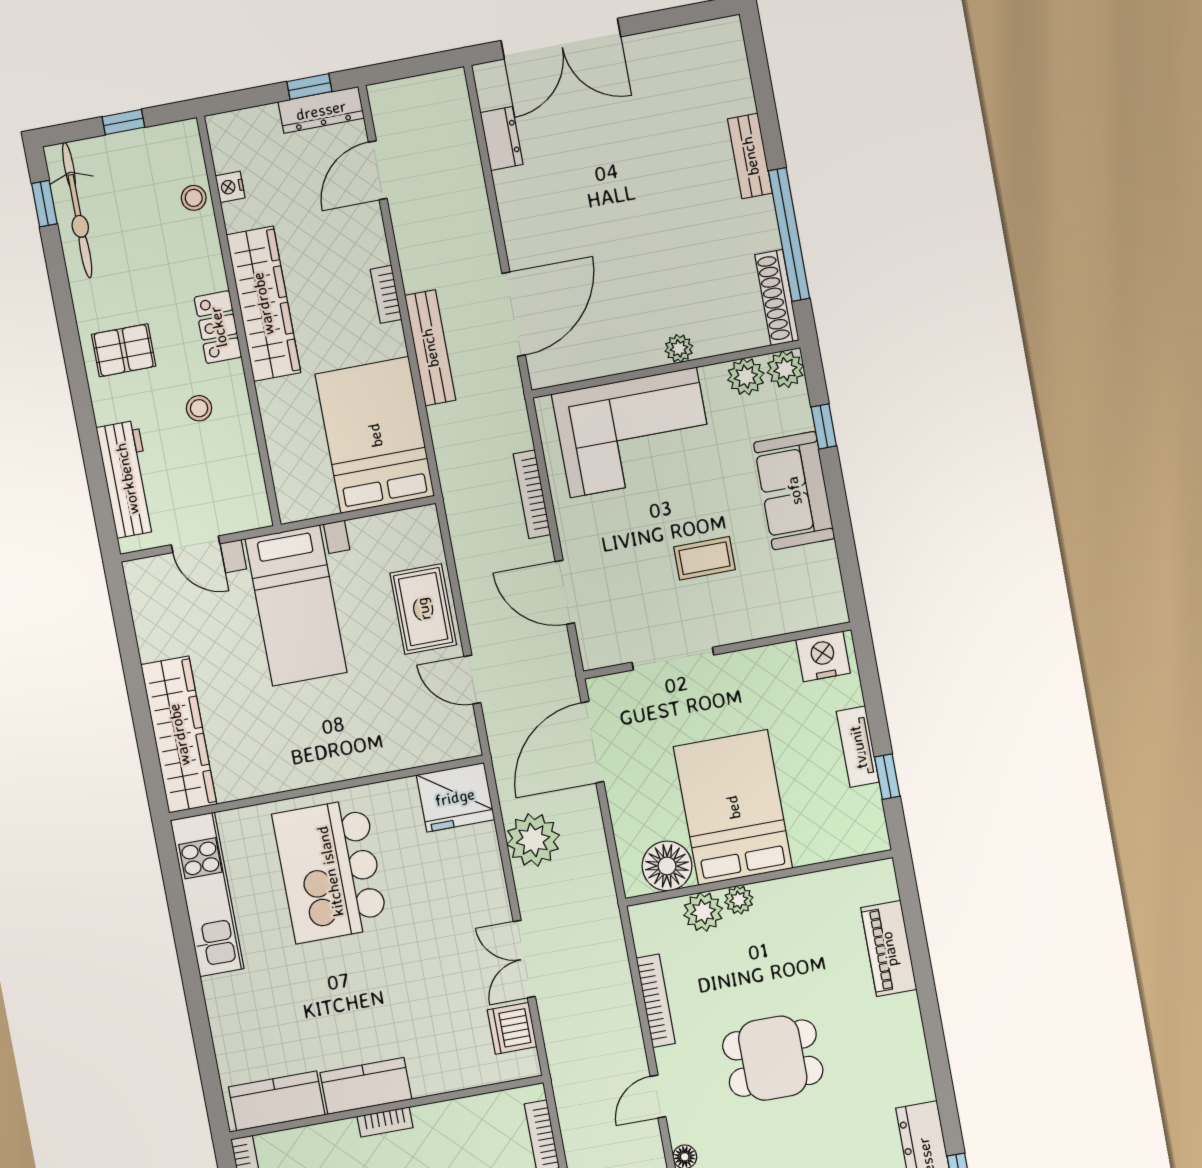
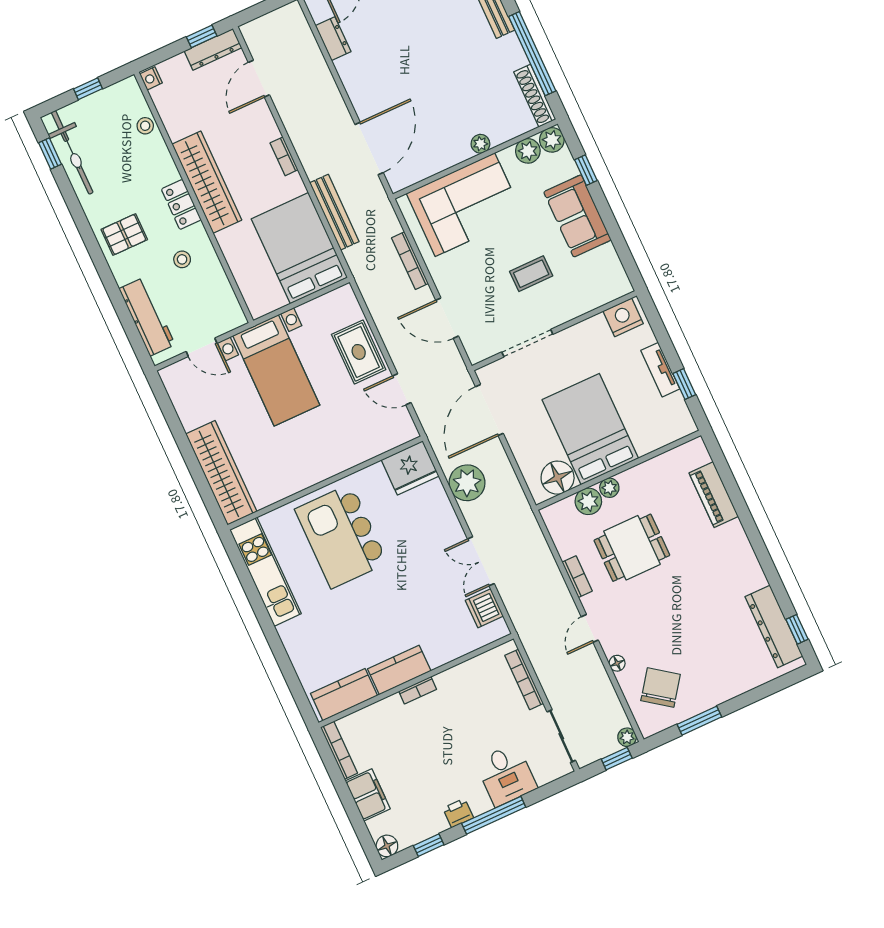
nightstand: (230, 187) -> (151, 78), moved
bench: (430, 348) -> (334, 212), moved
bookcase: (656, 1001) -> (577, 577), width x0.64
dining table: (773, 1058) -> (632, 548), moved

